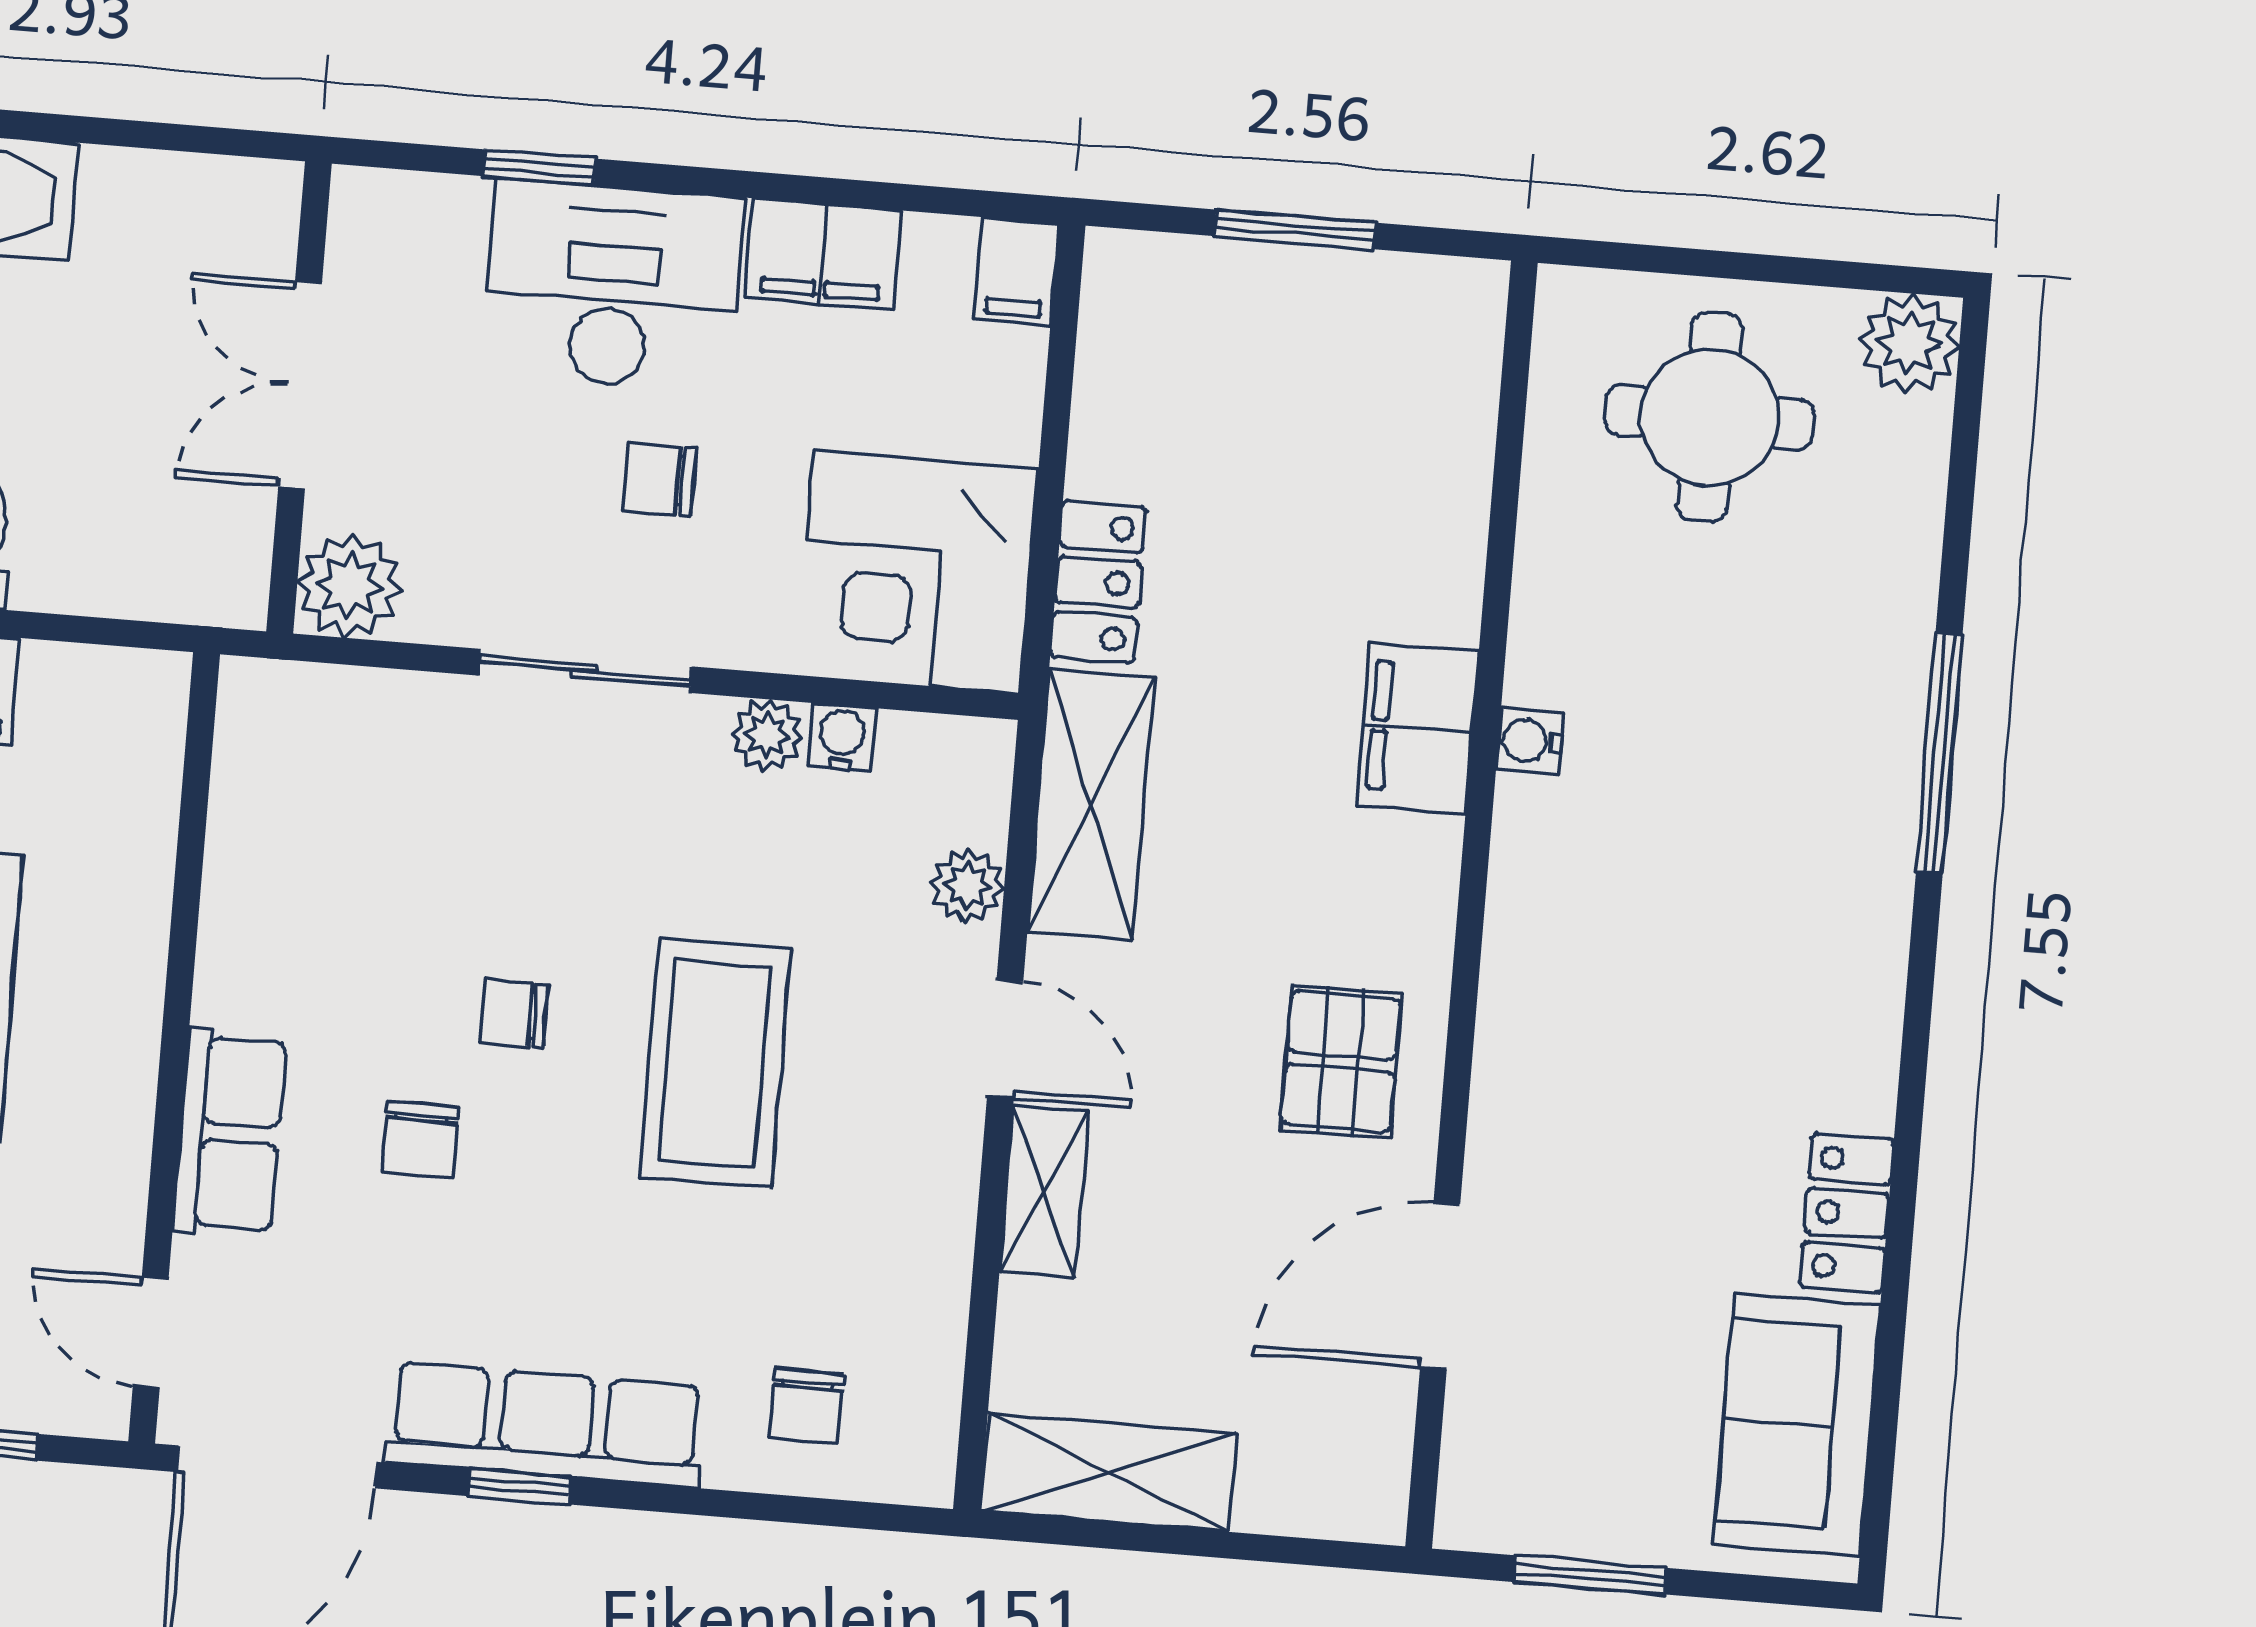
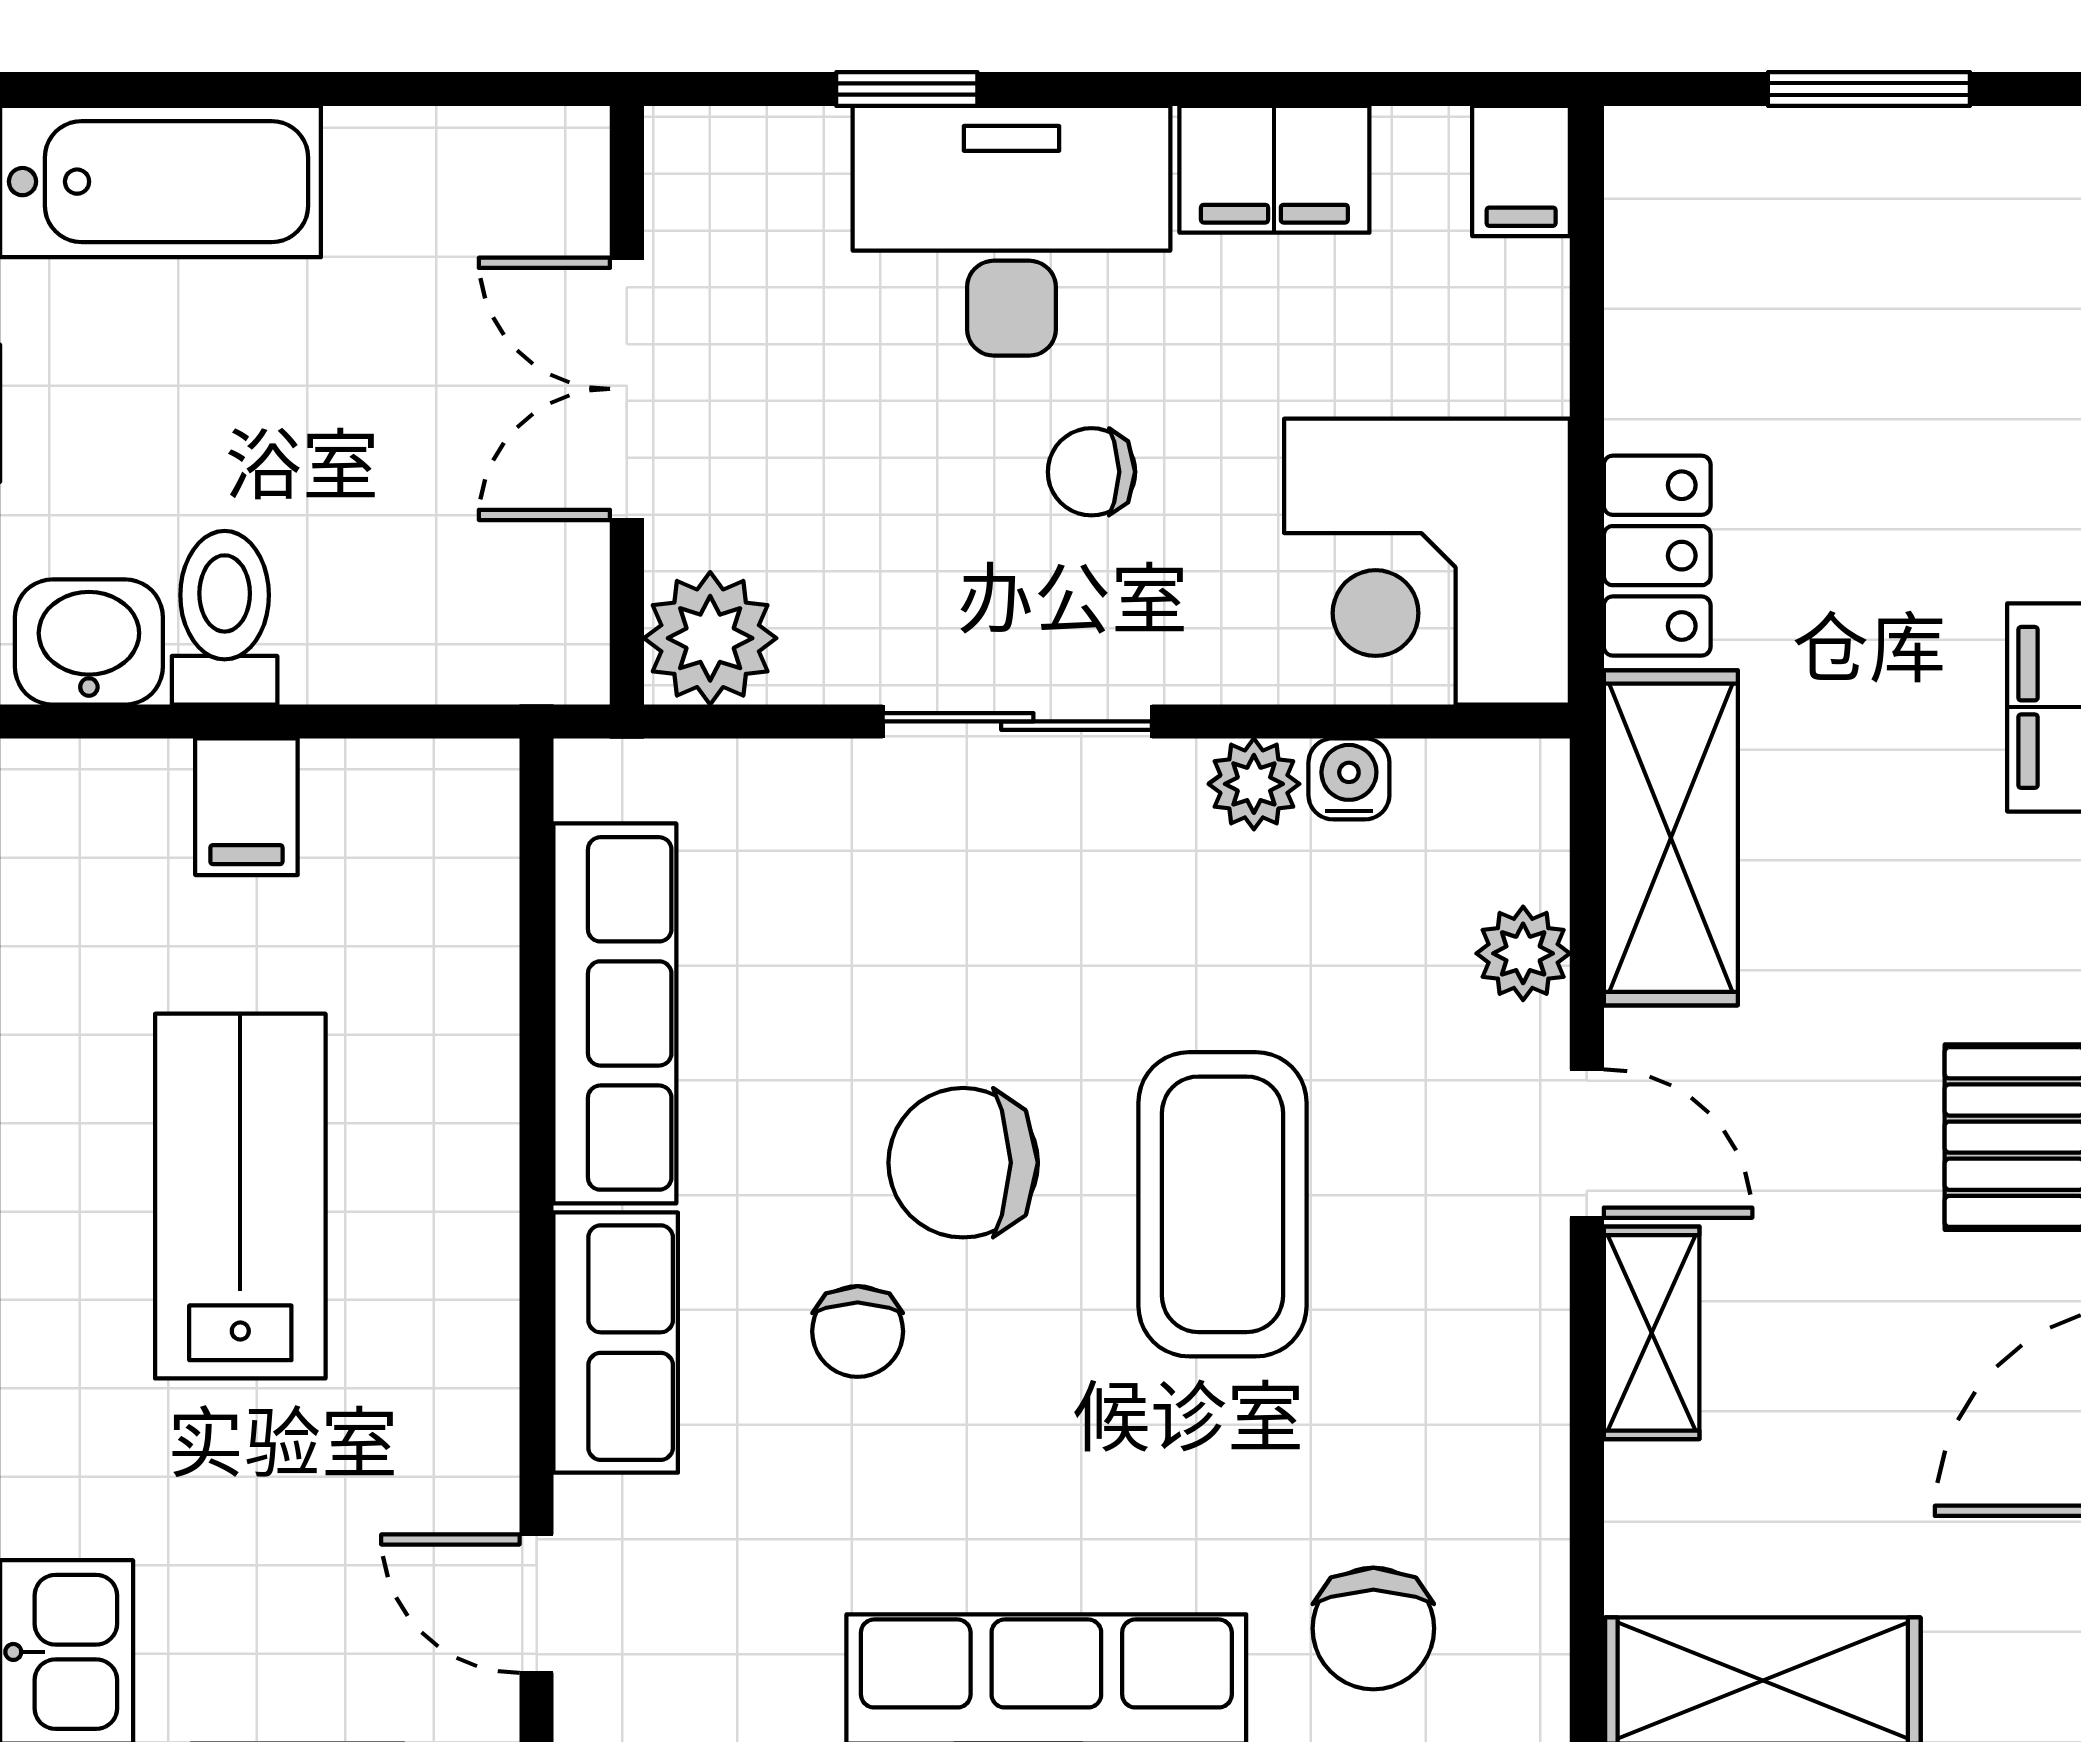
row of seats: (250, 874) -> (615, 1013), added
chair: (514, 1014) -> (963, 1163), width x1.87, depth x1.87
chair: (806, 1406) -> (1373, 1628), width x1.37, depth x1.37

